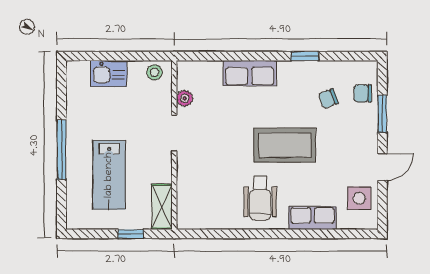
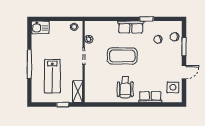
row of seats: (250, 73) -> (131, 27), moved
kitchen sink: (109, 74) -> (40, 27), moved
coffee table: (285, 145) -> (122, 56), moved

